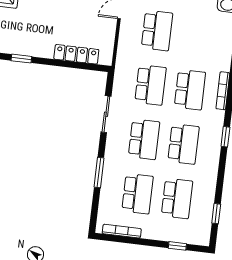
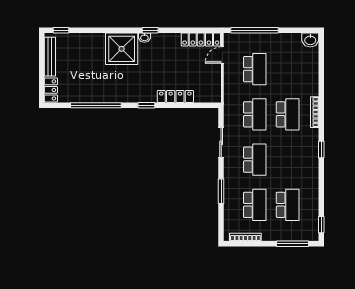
locker: (76, 54) -> (175, 96), moved
school desk: (183, 144) -> (288, 160), removed
window: (216, 214) -> (321, 225), moved
window: (177, 246) -> (293, 244), width x2.17

